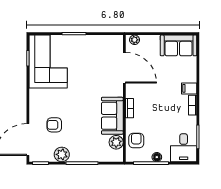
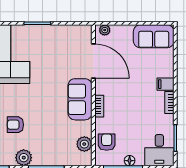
sofa: (112, 116) -> (80, 99), moved

